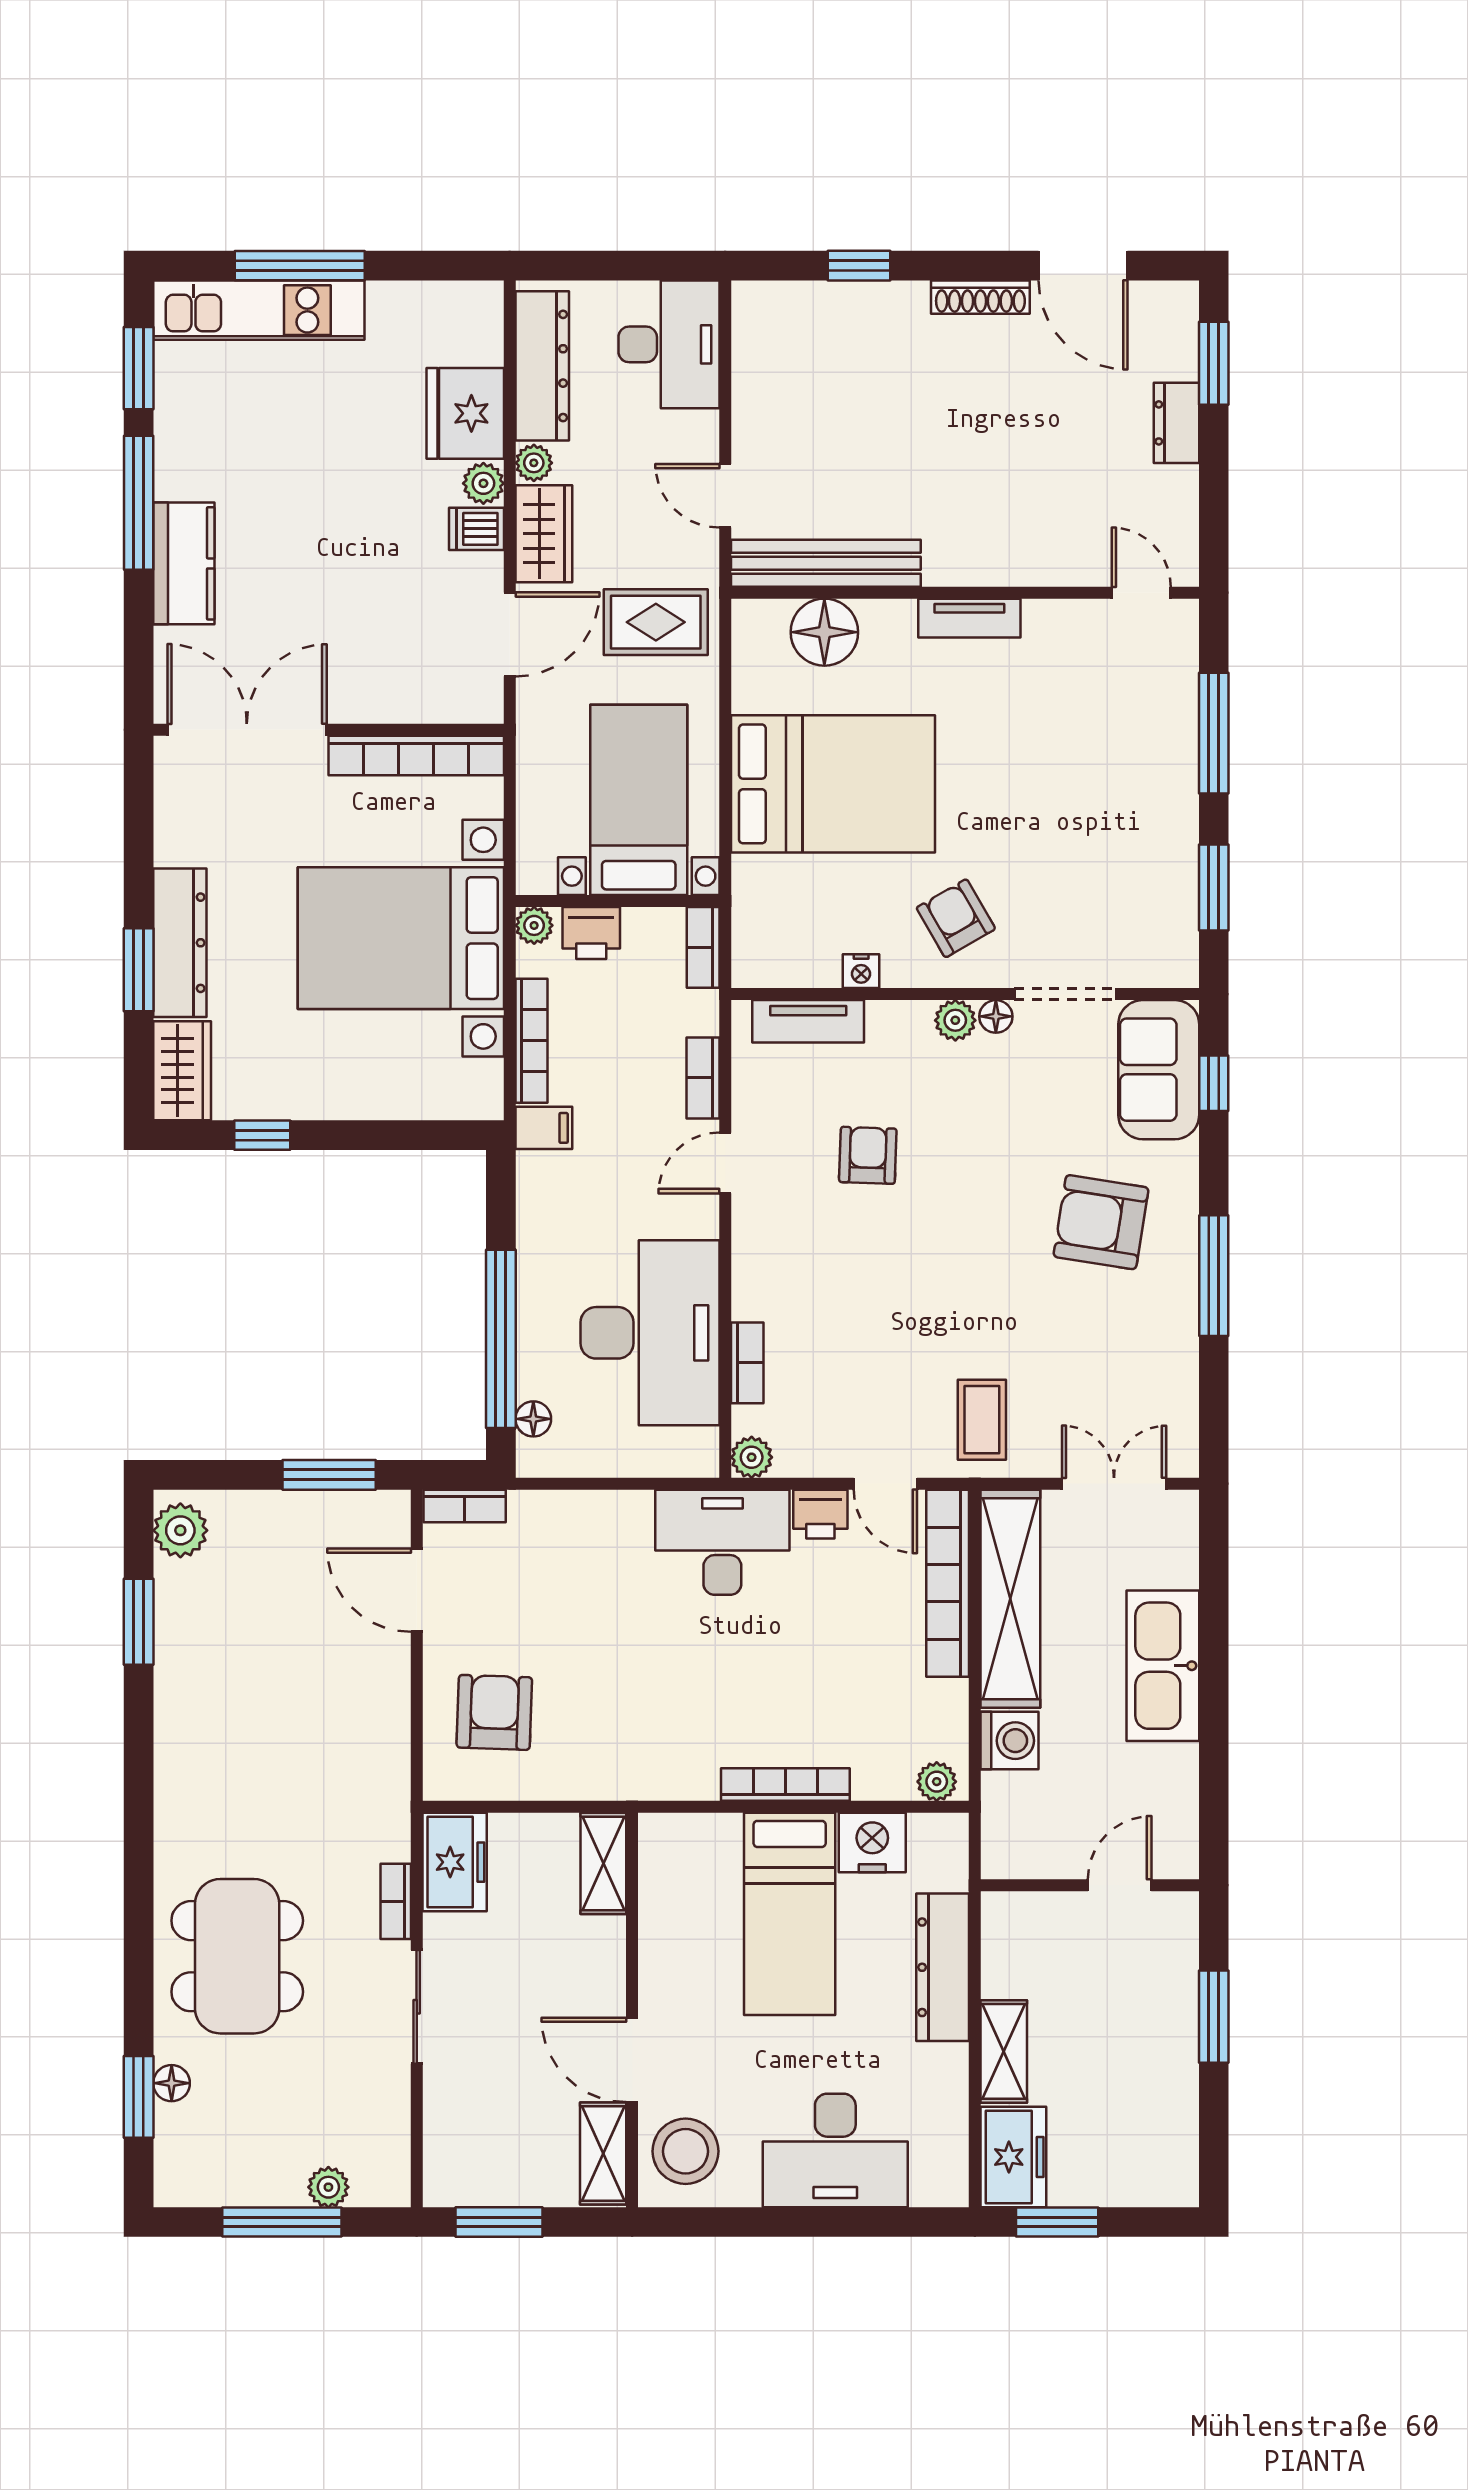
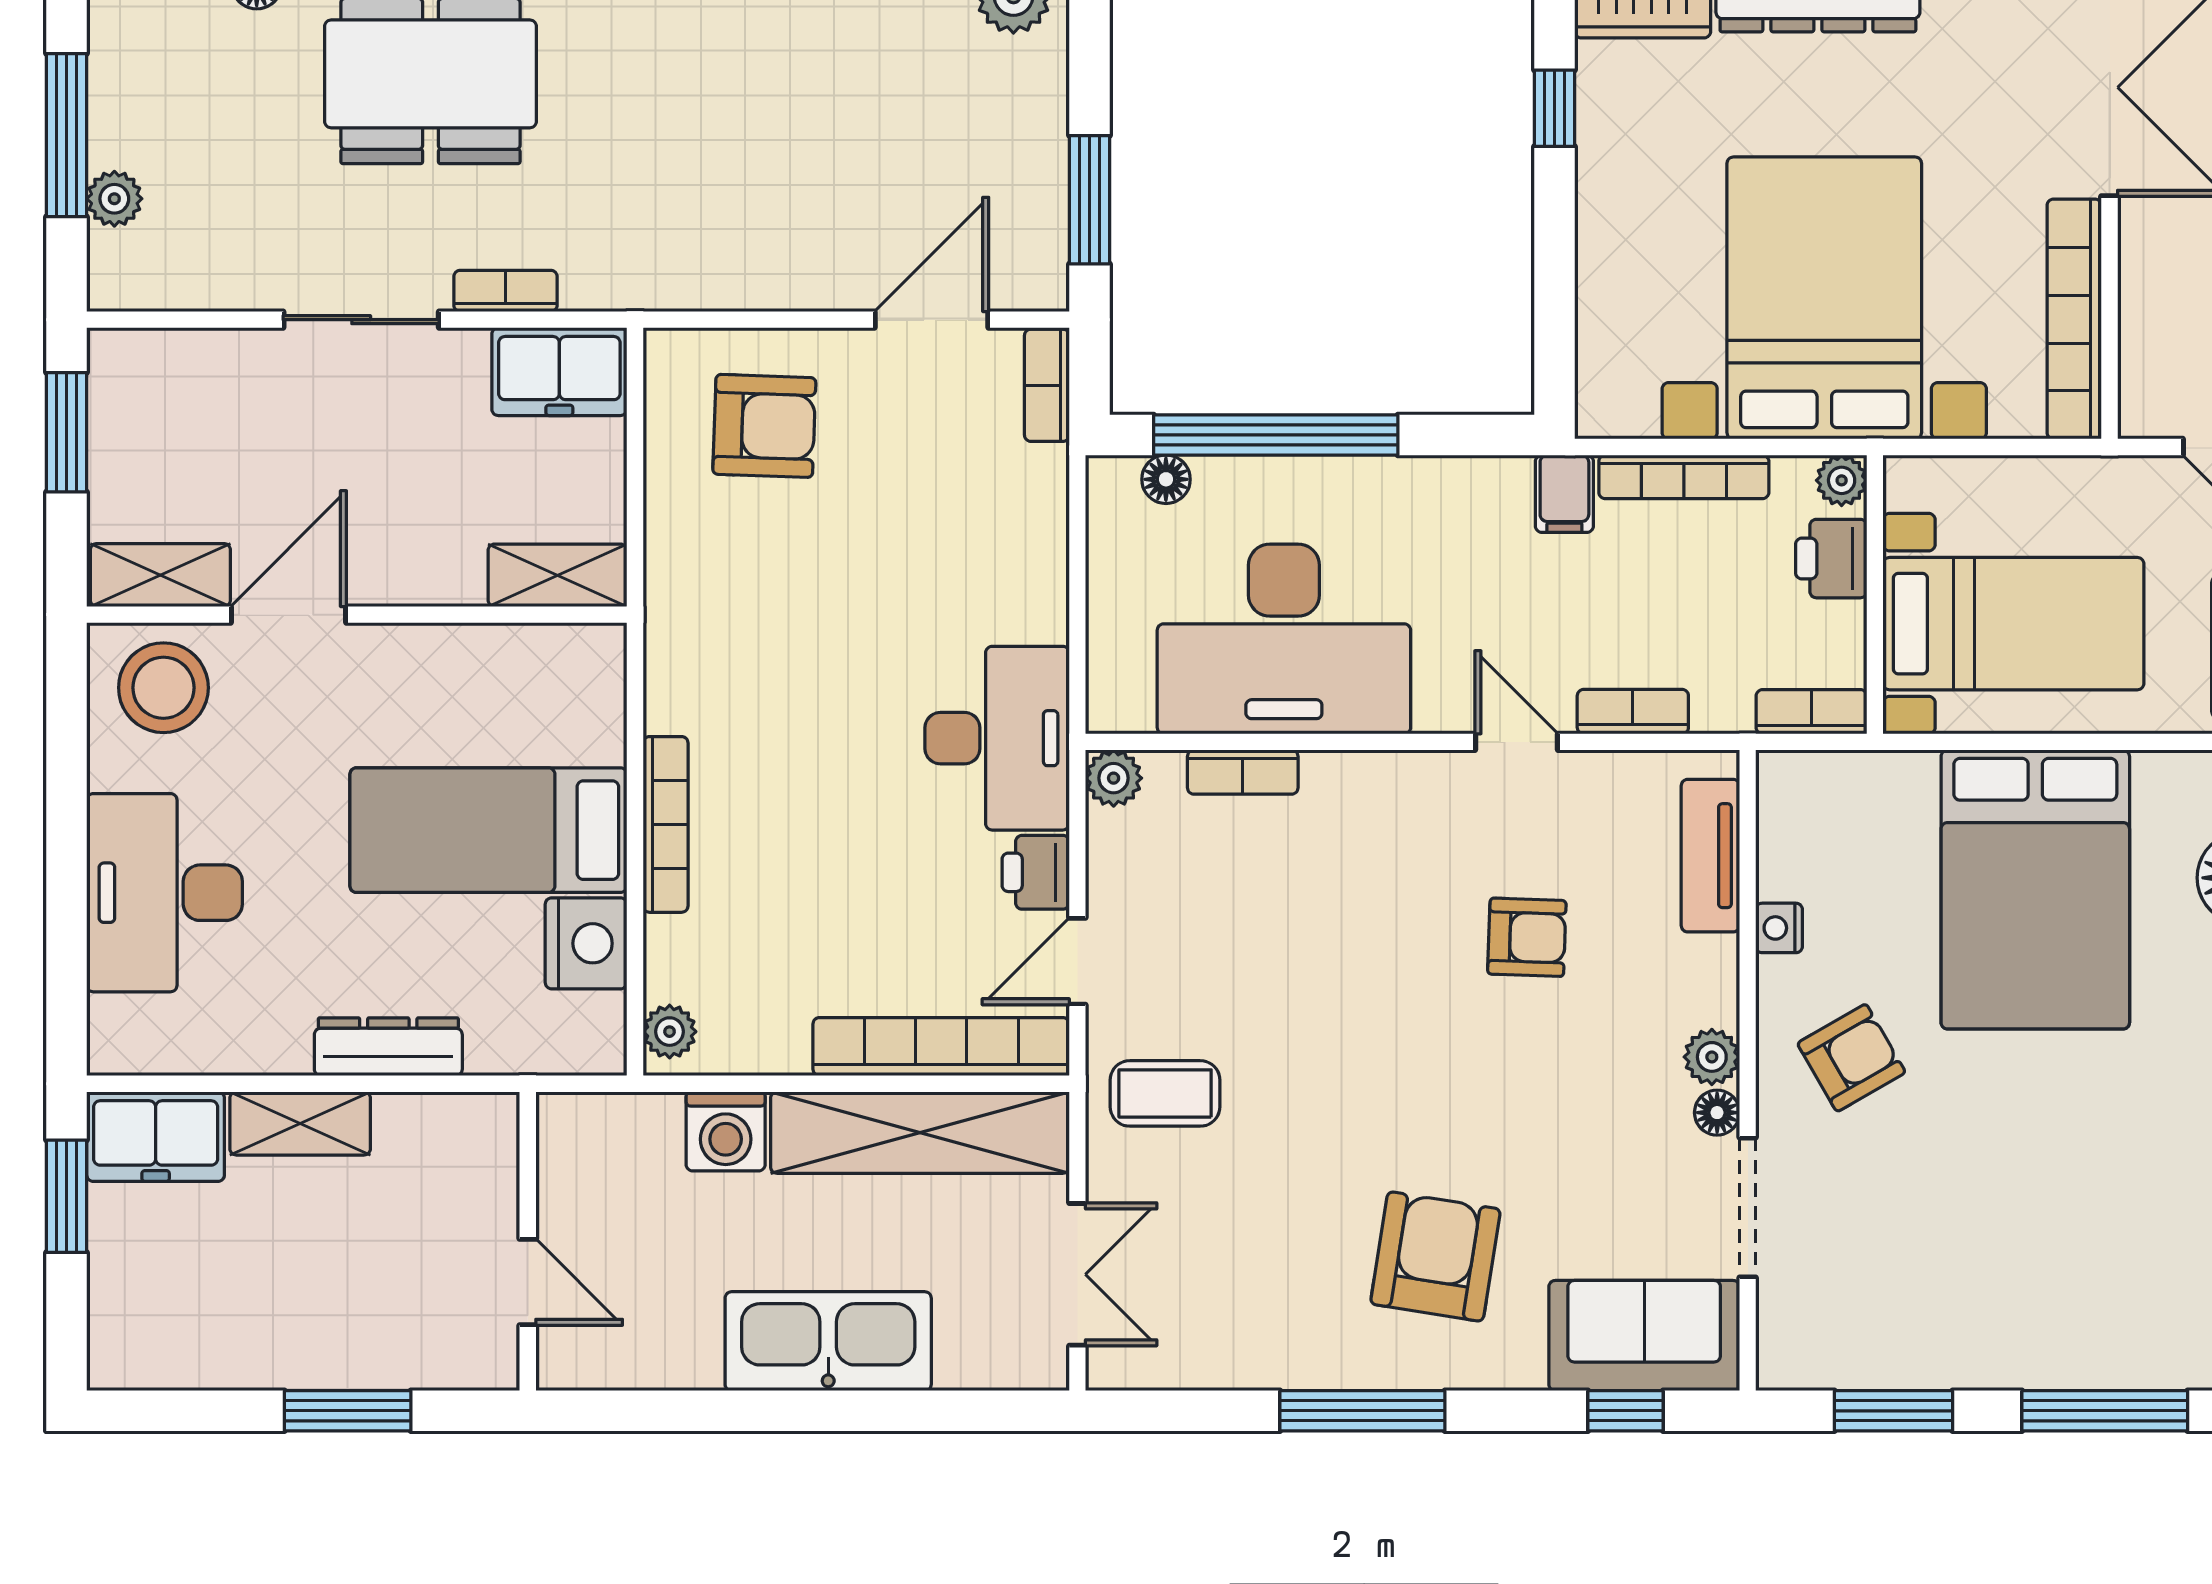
dresser: (943, 1967) -> (388, 1047), width x0.73, depth x0.80

